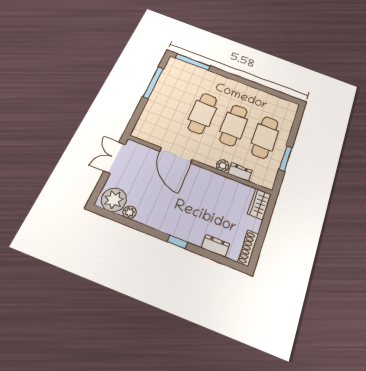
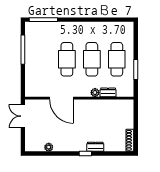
plant: (114, 200) -> (36, 143), removed
wardrobe: (259, 204) -> (128, 109), removed
dresser: (216, 246) -> (95, 147), moved

